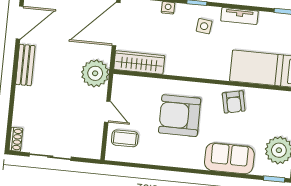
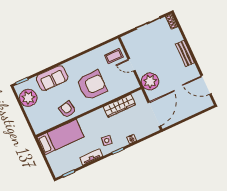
door: (20, 22) -> (206, 85), hinge flipped
wardrobe: (139, 63) -> (119, 106), moved
bench: (25, 65) -> (185, 53), moved

